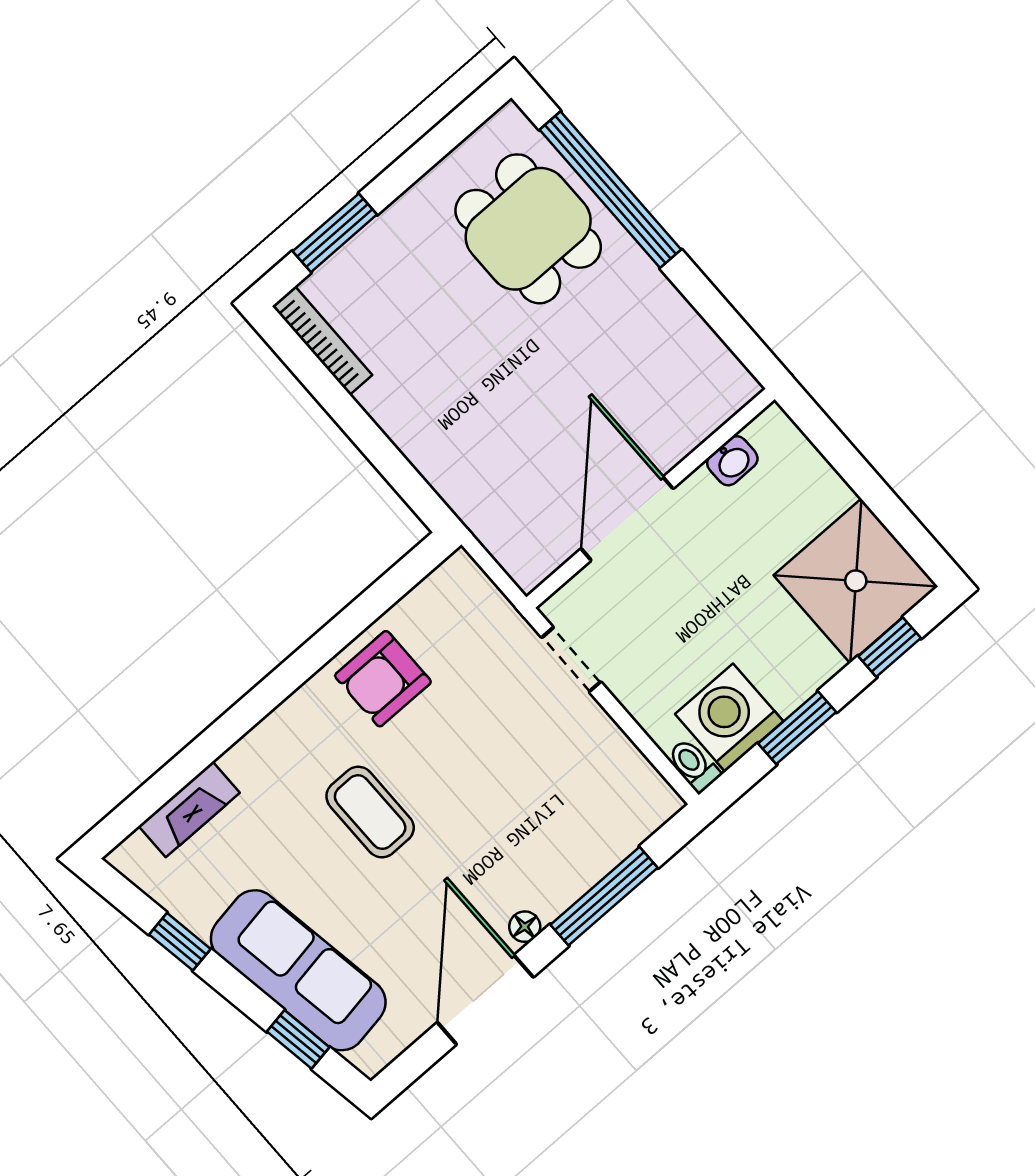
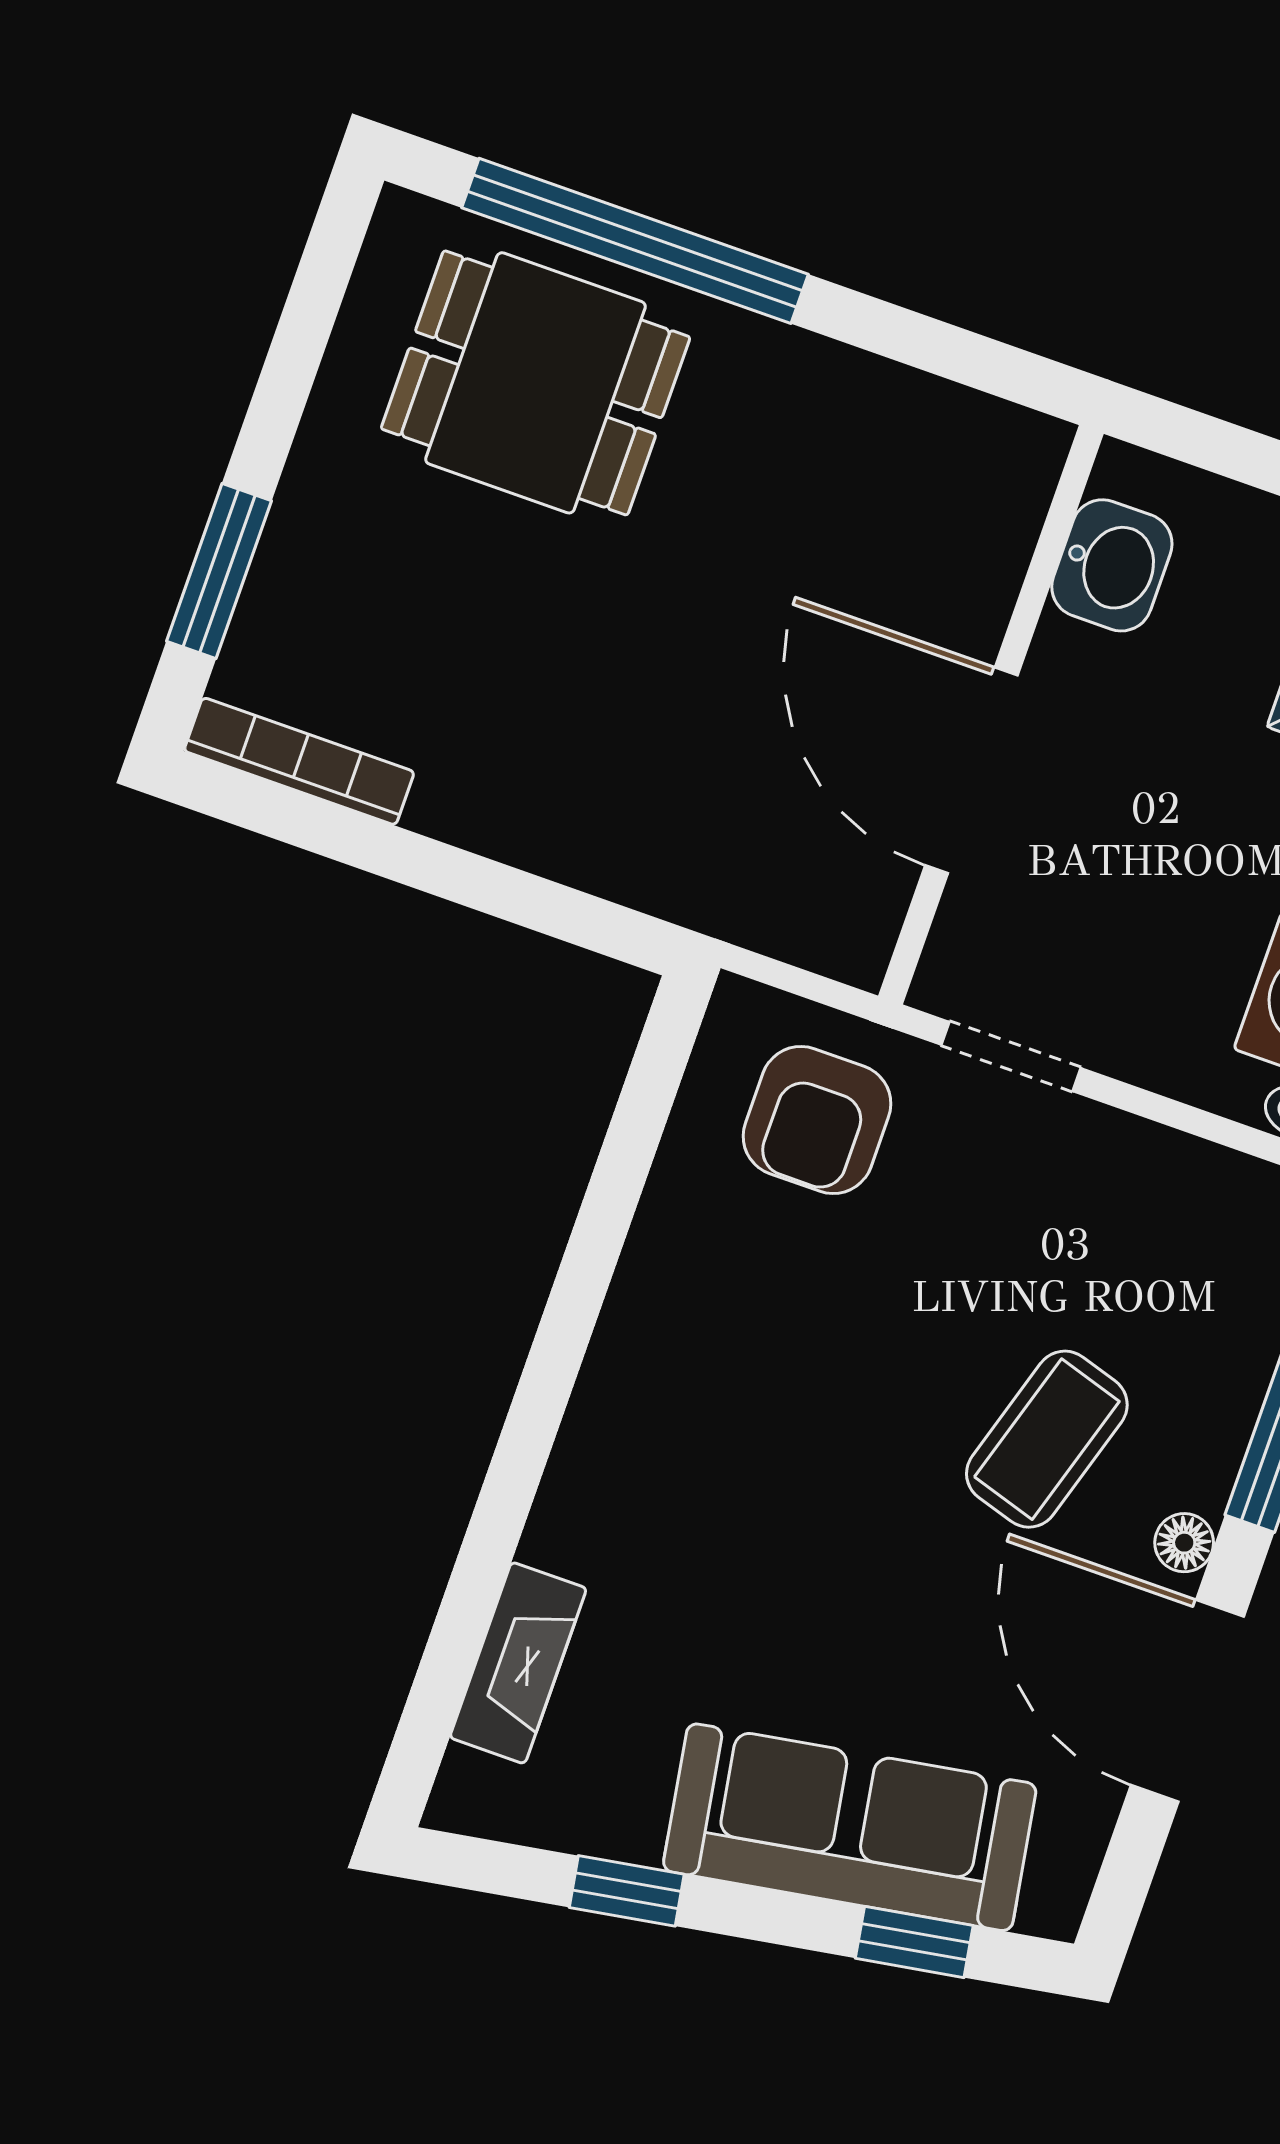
washbasin: (732, 461) -> (1112, 565), width x1.38, depth x1.45
armchair: (383, 679) -> (817, 1120), moved
coffee table: (370, 812) -> (1047, 1439), moved, turned -73

